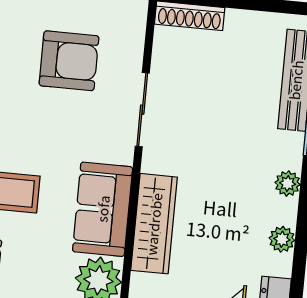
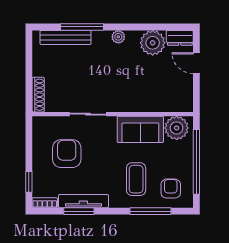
wardrobe: (154, 224) -> (145, 103), removed
plant: (282, 239) -> (153, 43), width x1.87, depth x1.87

